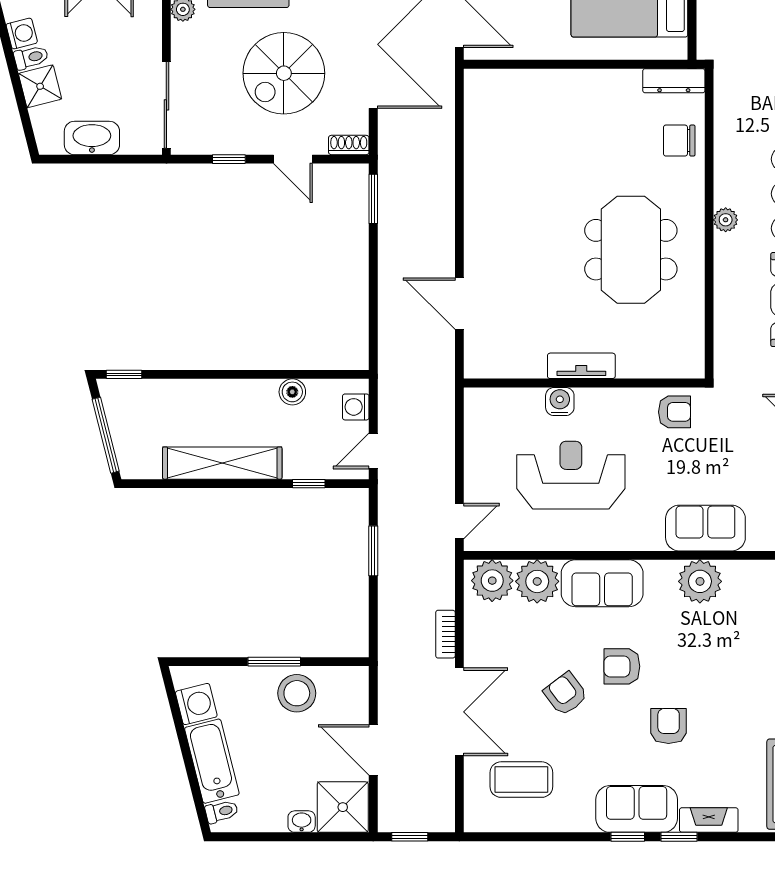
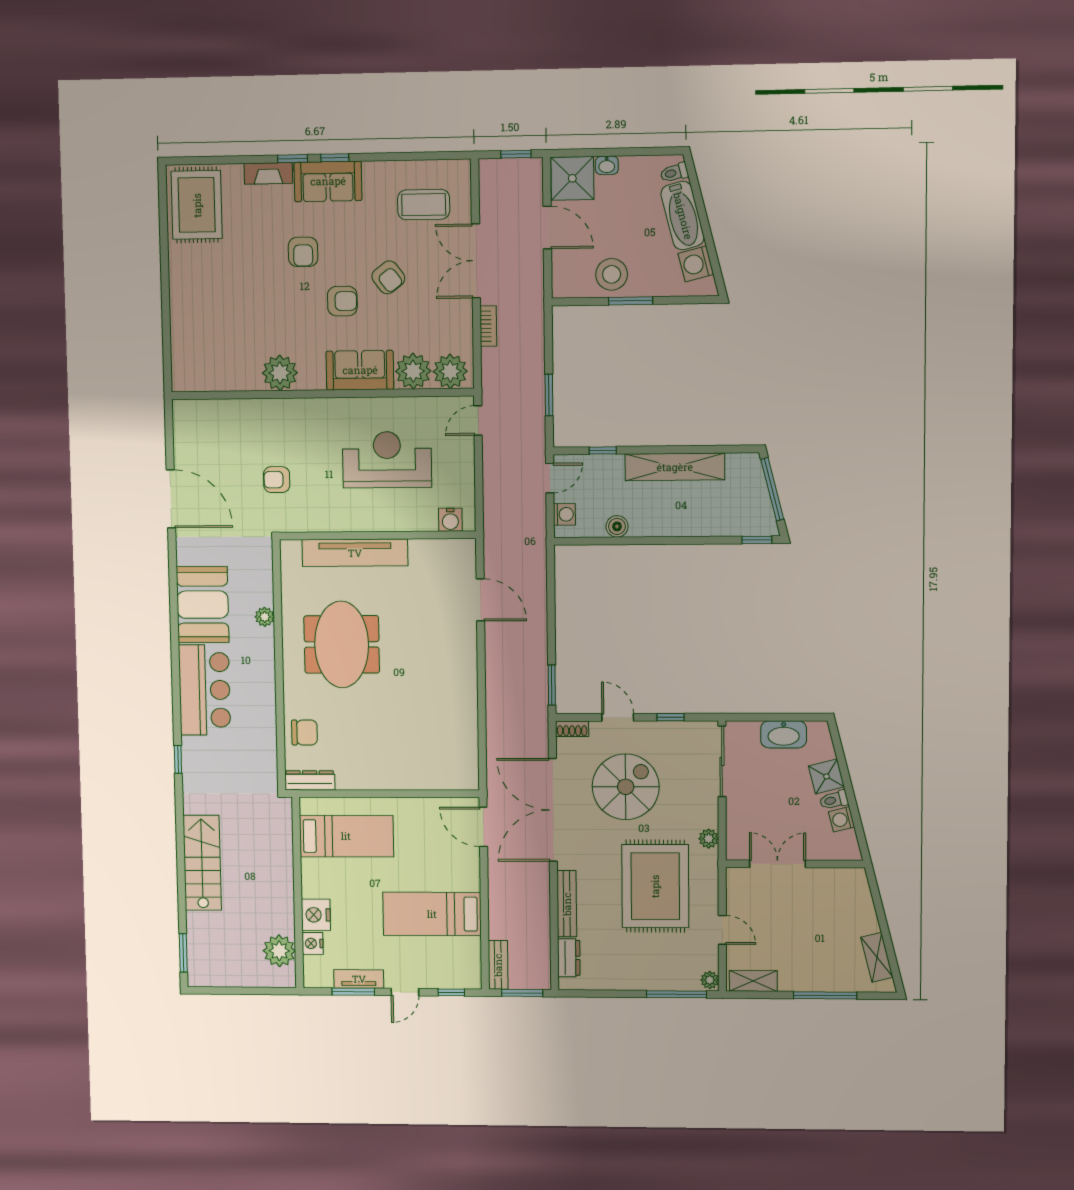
plant: (726, 220) -> (265, 617), moved
tv unit: (581, 366) -> (355, 553), width x1.92, depth x1.29
water cooler: (560, 402) -> (450, 520), moved
armchair: (675, 412) -> (277, 480), moved
reception desk: (571, 475) -> (387, 460), turned 180
sofa: (705, 528) -> (276, 417), removed

